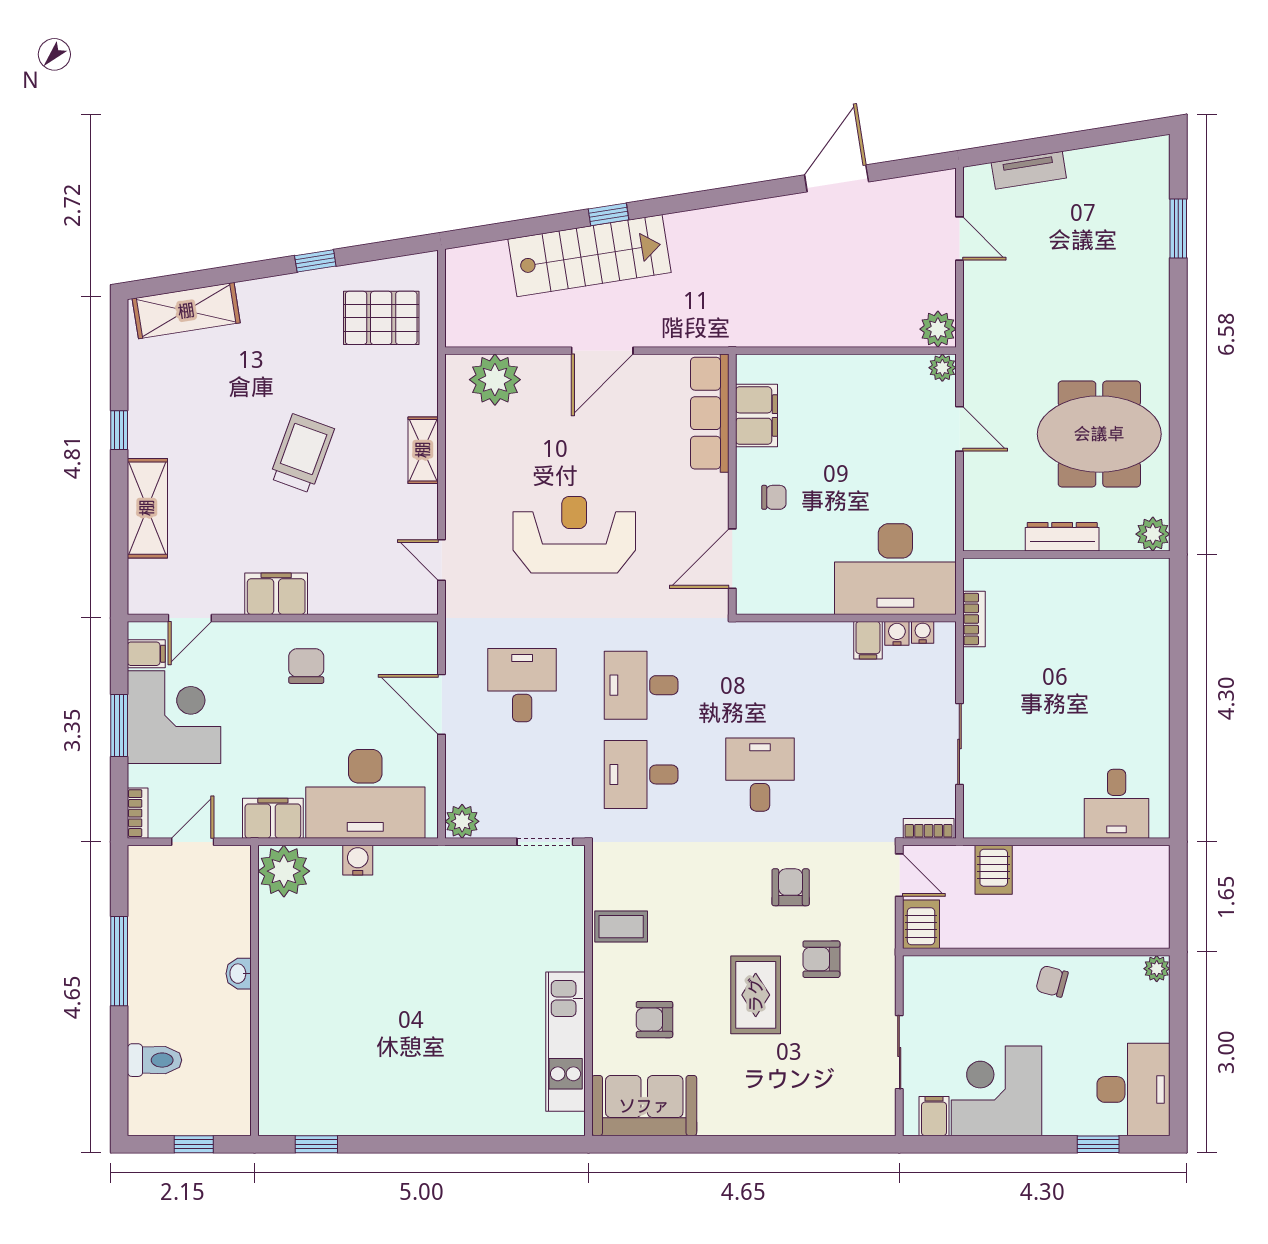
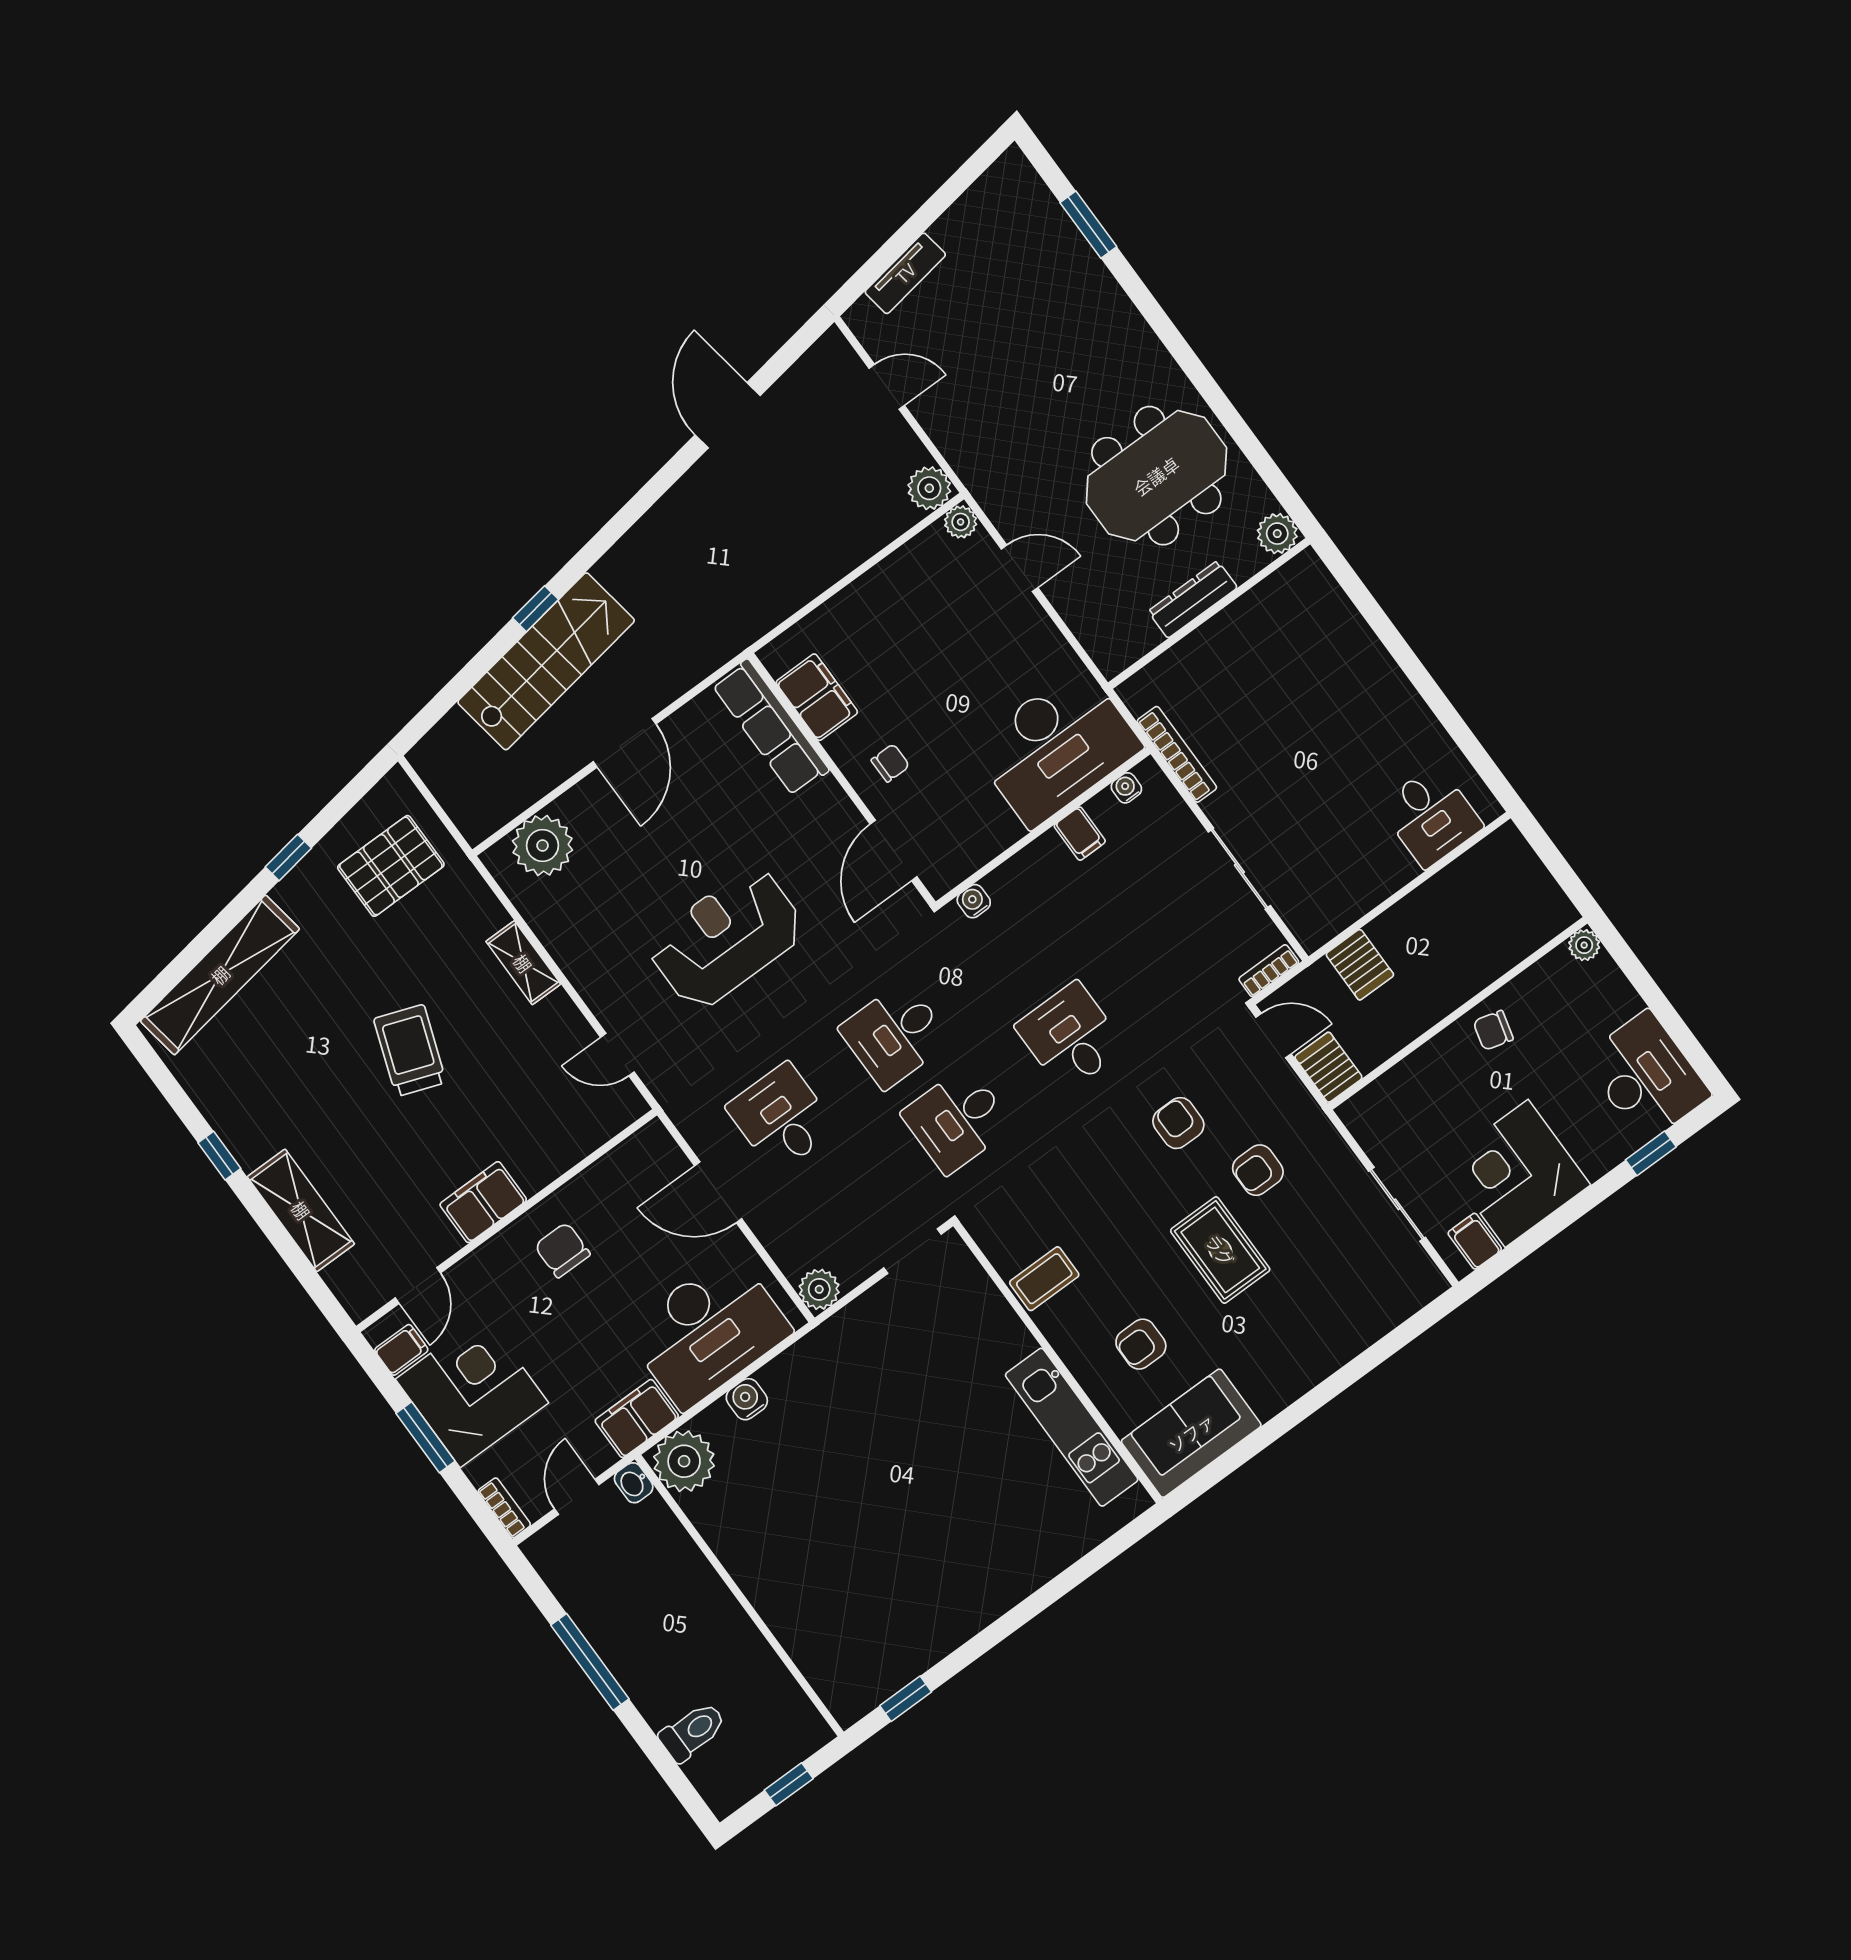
shelving: (186, 311) -> (220, 975), width x1.47
bookcase: (974, 619) -> (1177, 754), width x1.56
water cooler: (897, 633) -> (974, 901), moved
washbasin: (239, 974) -> (634, 1483), moved

